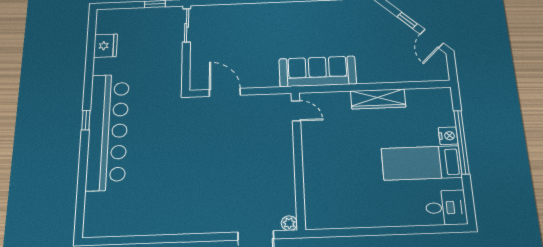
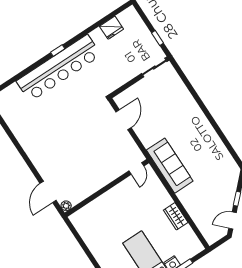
wardrobe: (378, 99) -> (176, 216), width x0.67

